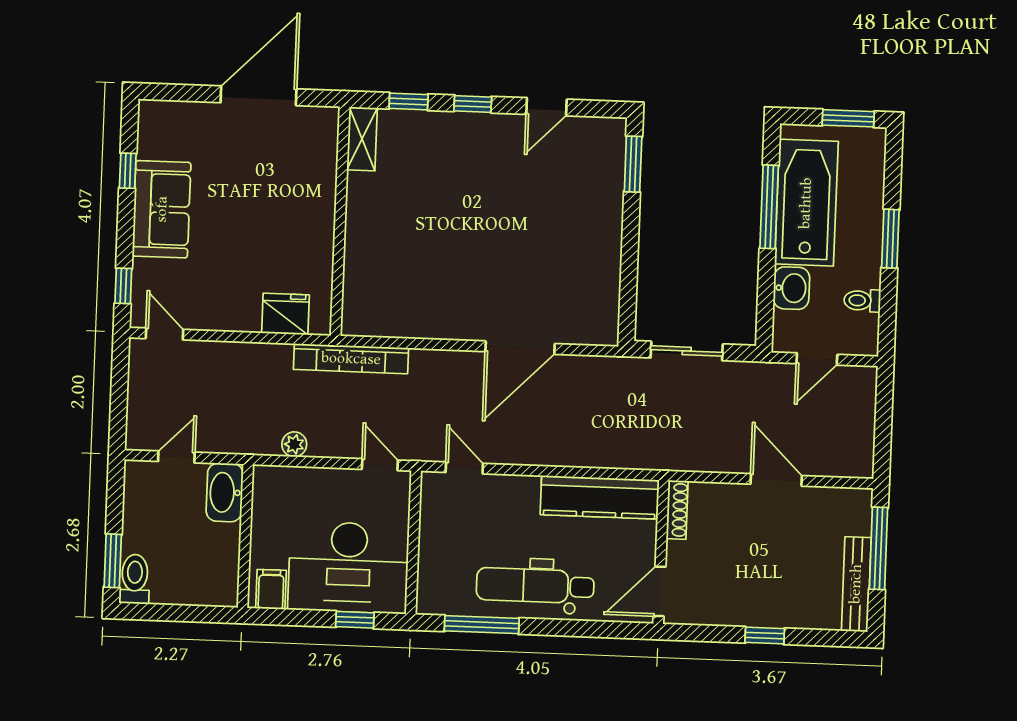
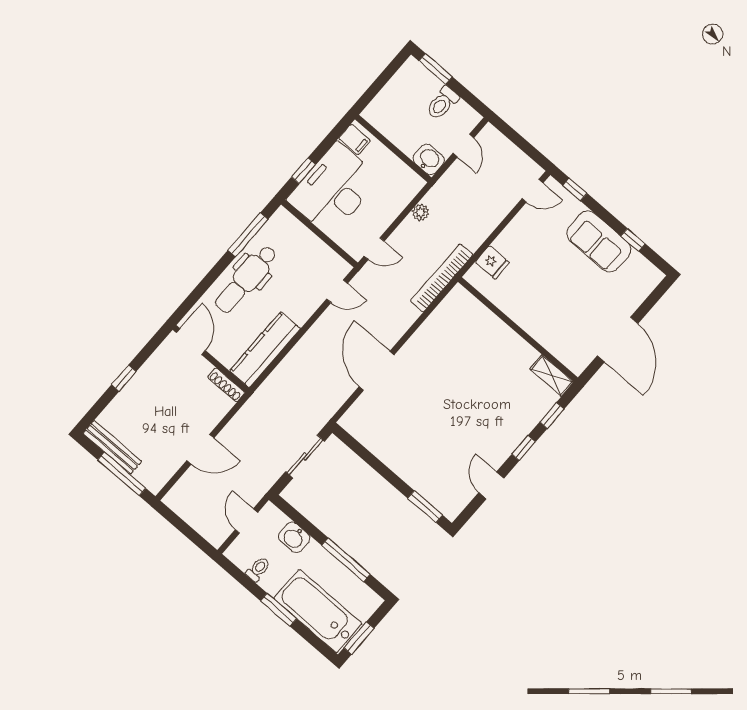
bathtub: (806, 203) -> (318, 611), moved, turned 180
fridge: (286, 314) -> (492, 262), width x0.72
washbasin: (225, 492) -> (429, 159), width x0.72
toilet: (135, 579) -> (442, 103), moved, turned 90
dental chair: (535, 586) -> (246, 279), turned 180

